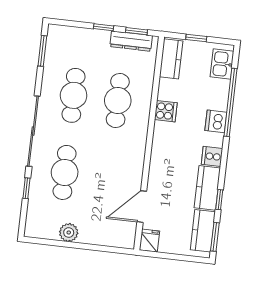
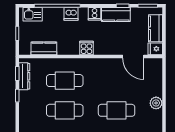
kitchen counter: (171, 59) -> (44, 48), moved
cooker: (166, 111) -> (86, 48), moved
kitchen counter: (203, 231) -> (156, 28), moved, turned 90

